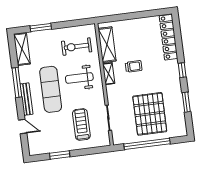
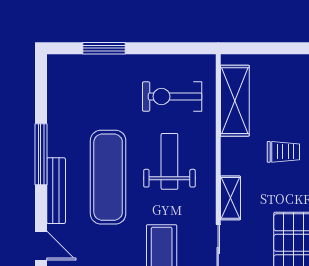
shelving: (22, 49) -> (60, 87), removed
shelving: (109, 74) -> (230, 198), moved
weight bench: (79, 78) -> (169, 161), turned 90

